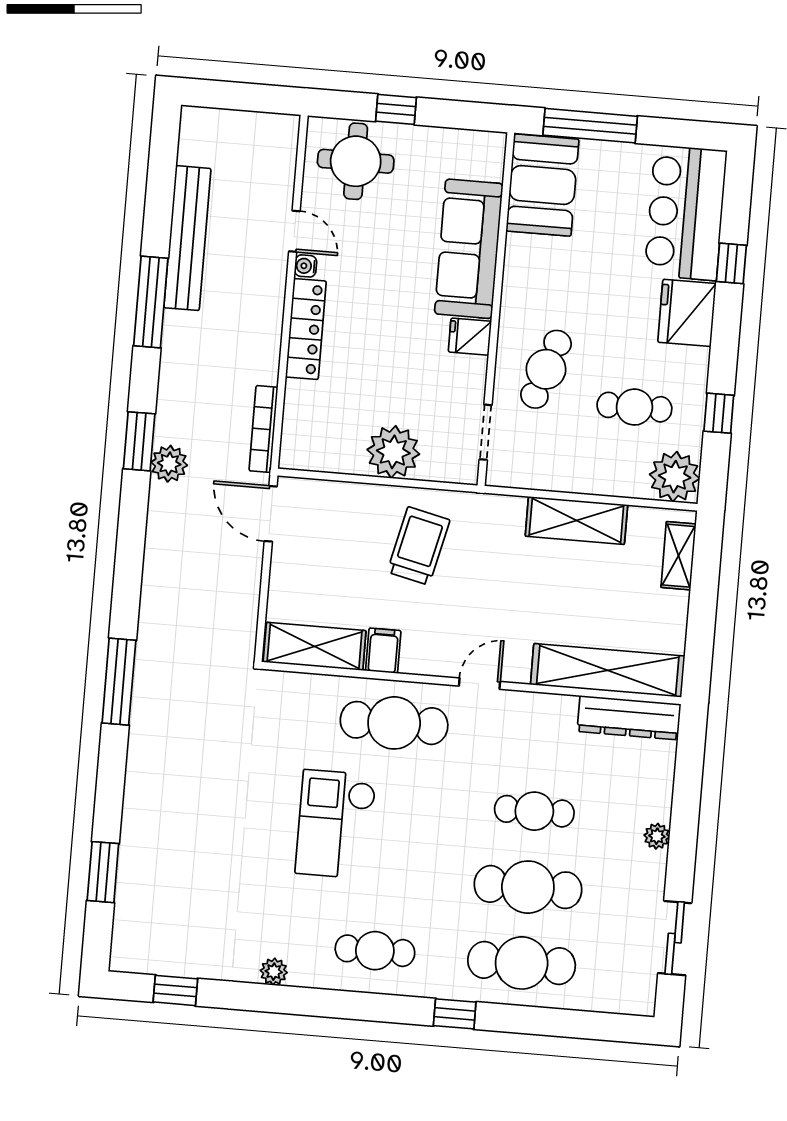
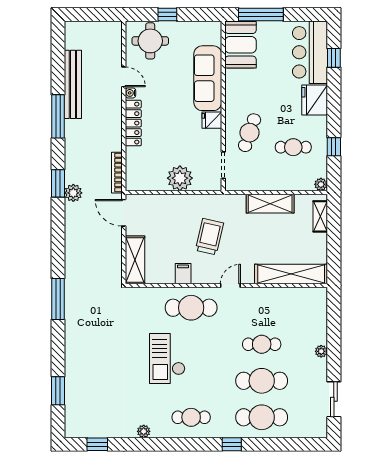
window: (731, 263) -> (334, 58), moved
plant: (675, 477) -> (321, 184), width x0.53, depth x0.53
trolley: (419, 546) -> (210, 237), moved
shelving: (315, 646) -> (135, 260), moved, turned 90
dresser: (629, 718) -> (303, 296), removed

